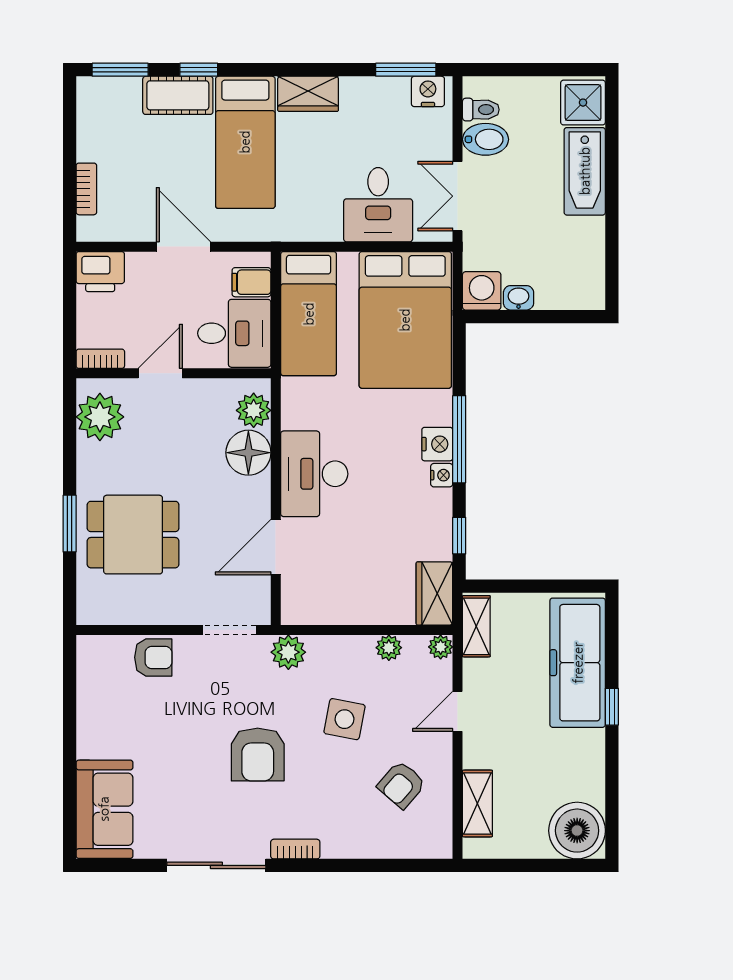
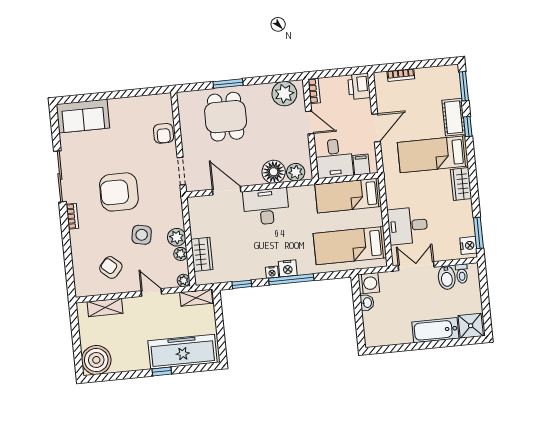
bed: (405, 320) -> (350, 246), width x0.67
wardrobe: (434, 593) -> (202, 254), moved, turned 90
plant: (288, 652) -> (177, 237), moved
armchair: (258, 755) -> (119, 192), width x1.36, depth x1.36

